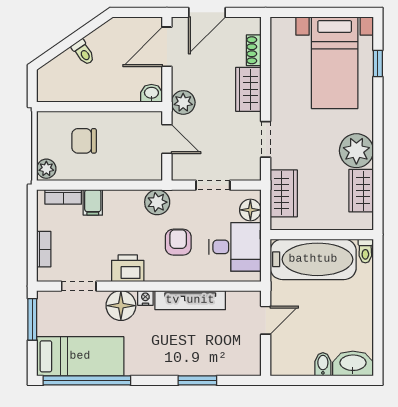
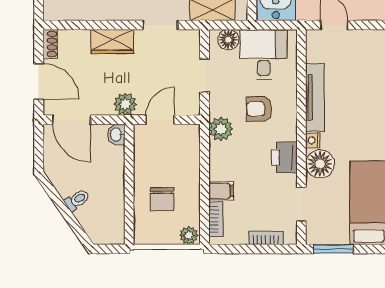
shoe rack: (254, 50) -> (50, 44), moved, turned -90

